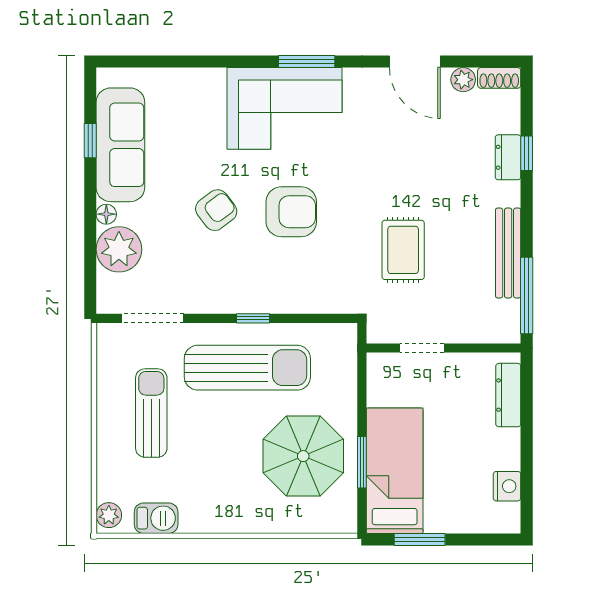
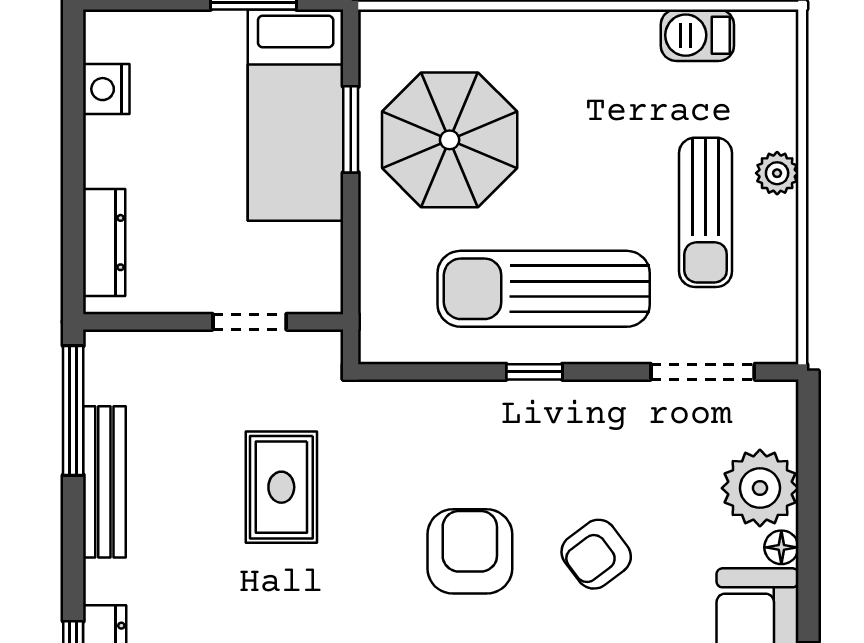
armchair: (291, 212) -> (470, 551), turned 90
plant: (109, 515) -> (777, 173), moved

